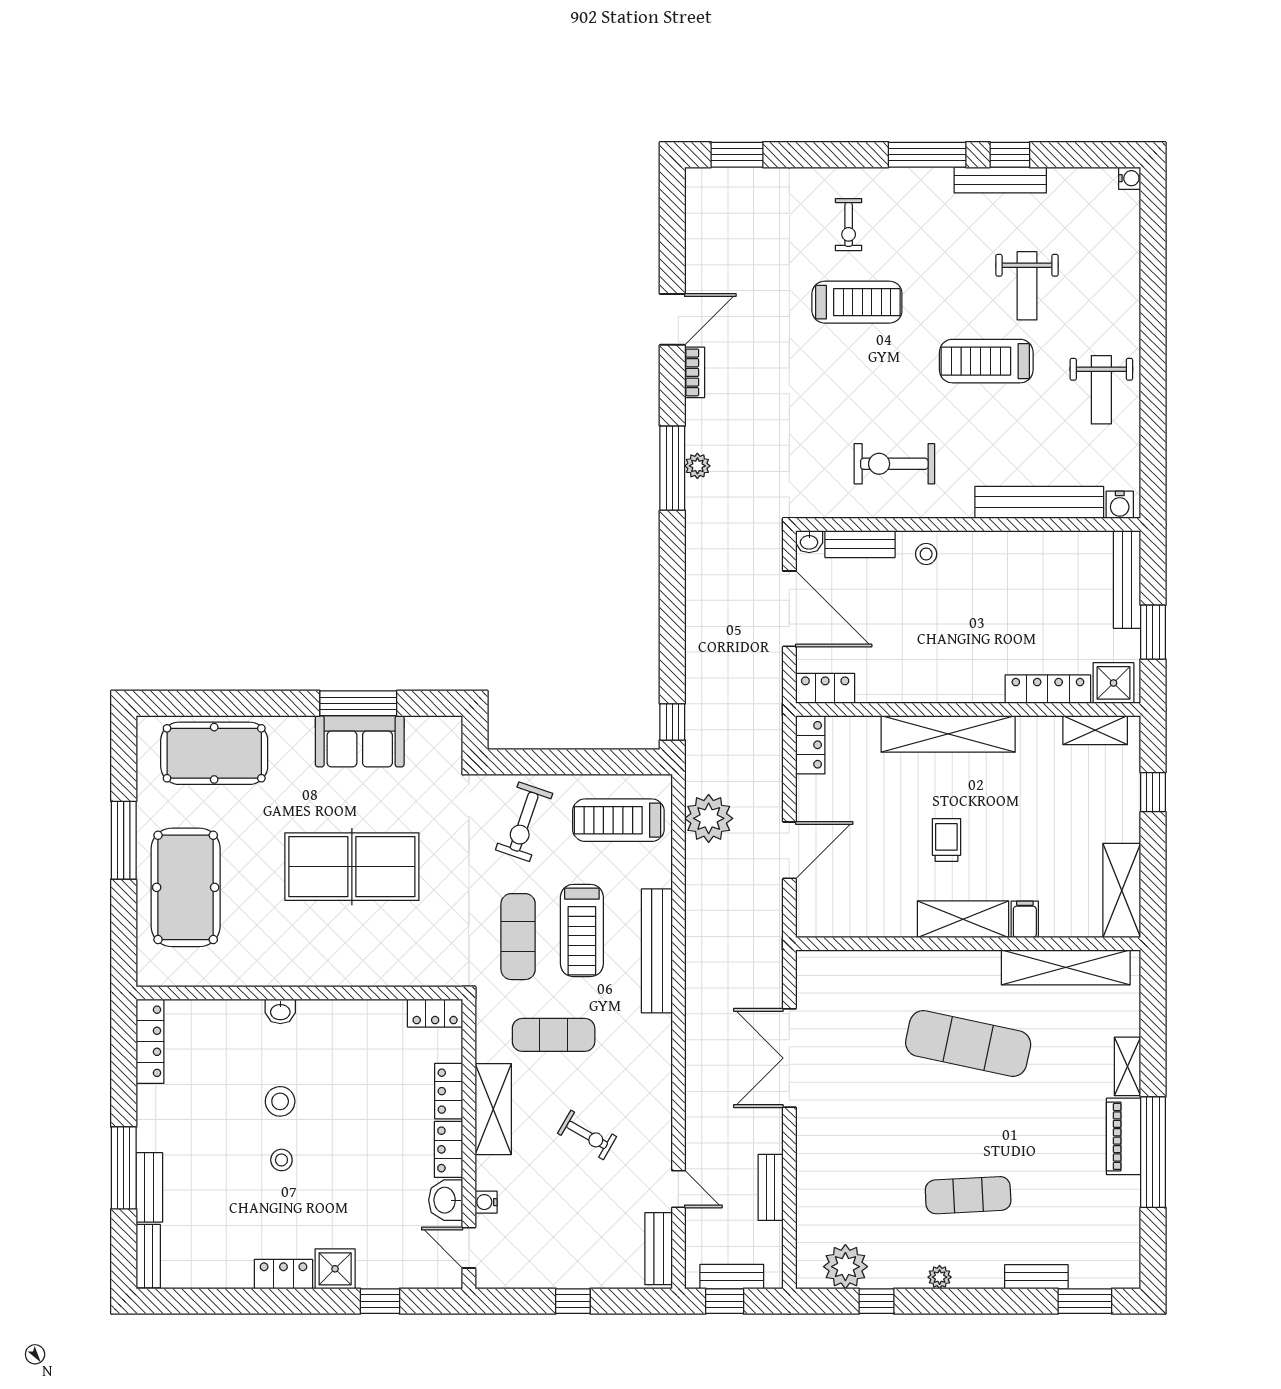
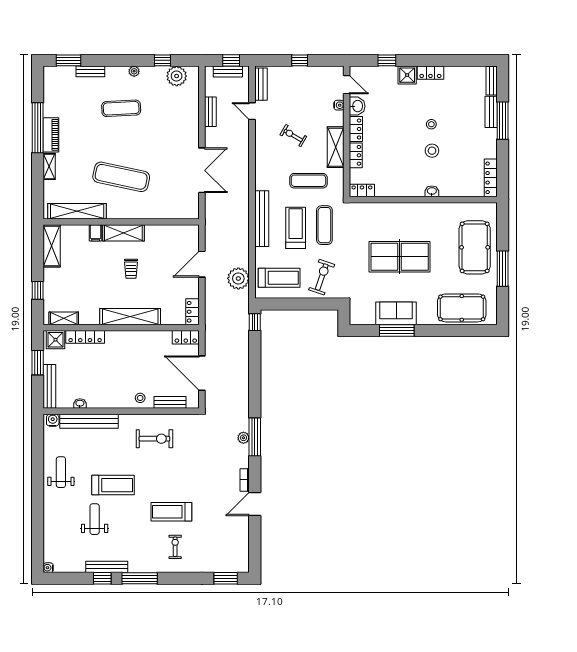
washbasin: (809, 542) -> (80, 404), moved

